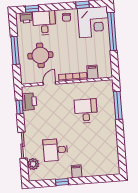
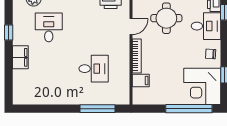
door: (49, 83) -> (131, 27), hinge flipped
filing cabinet: (77, 171) -> (20, 57), width x2.00

